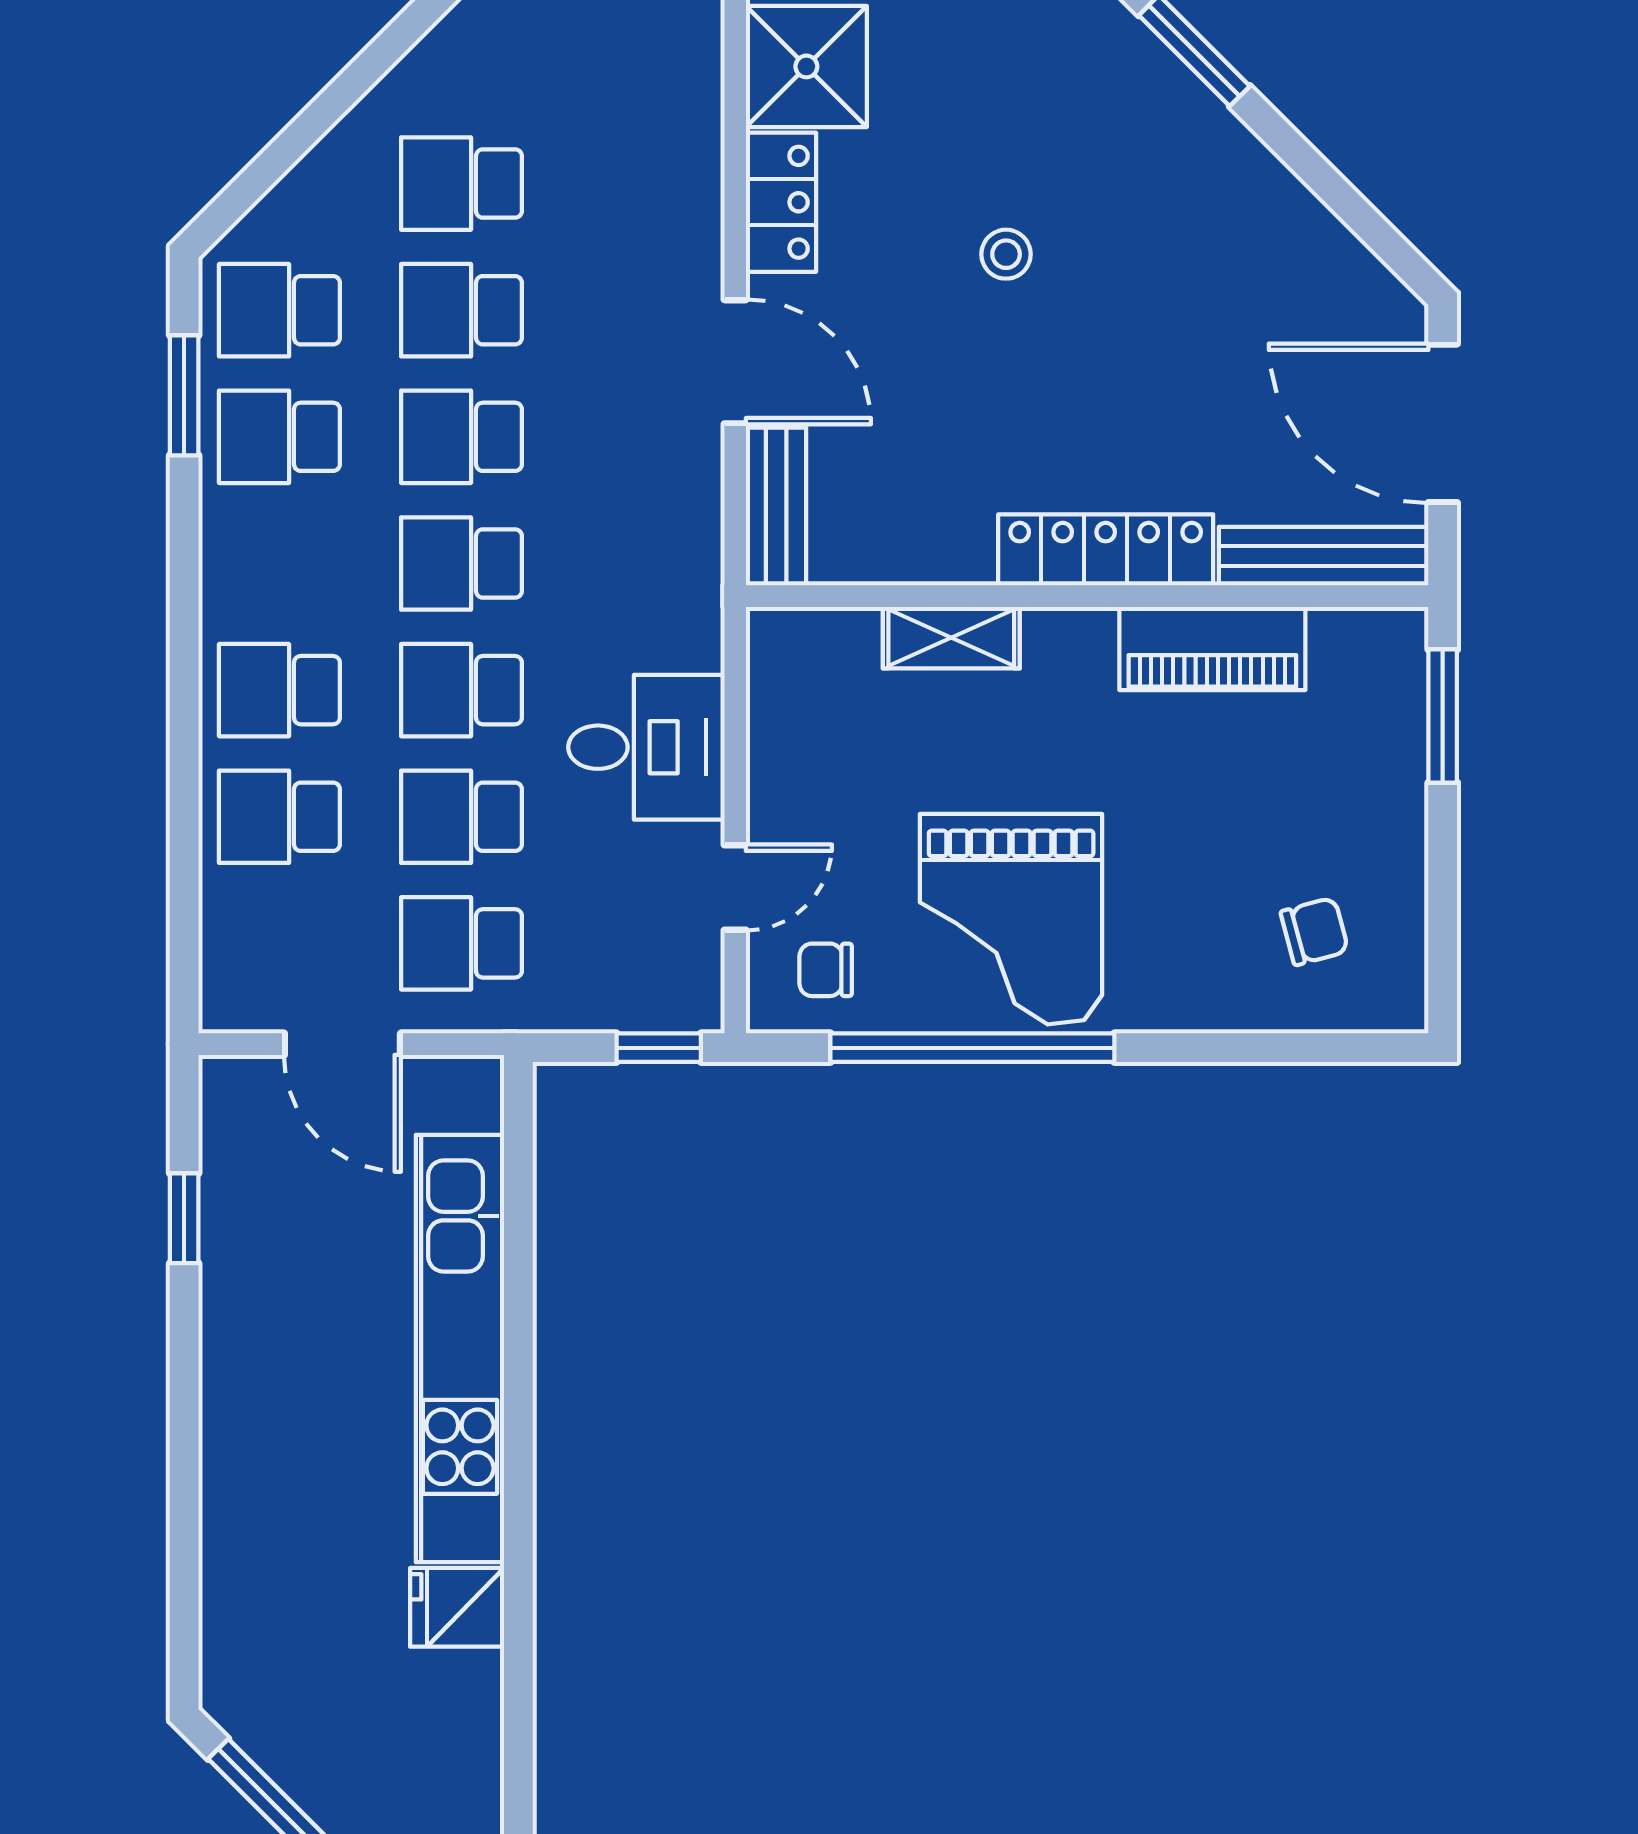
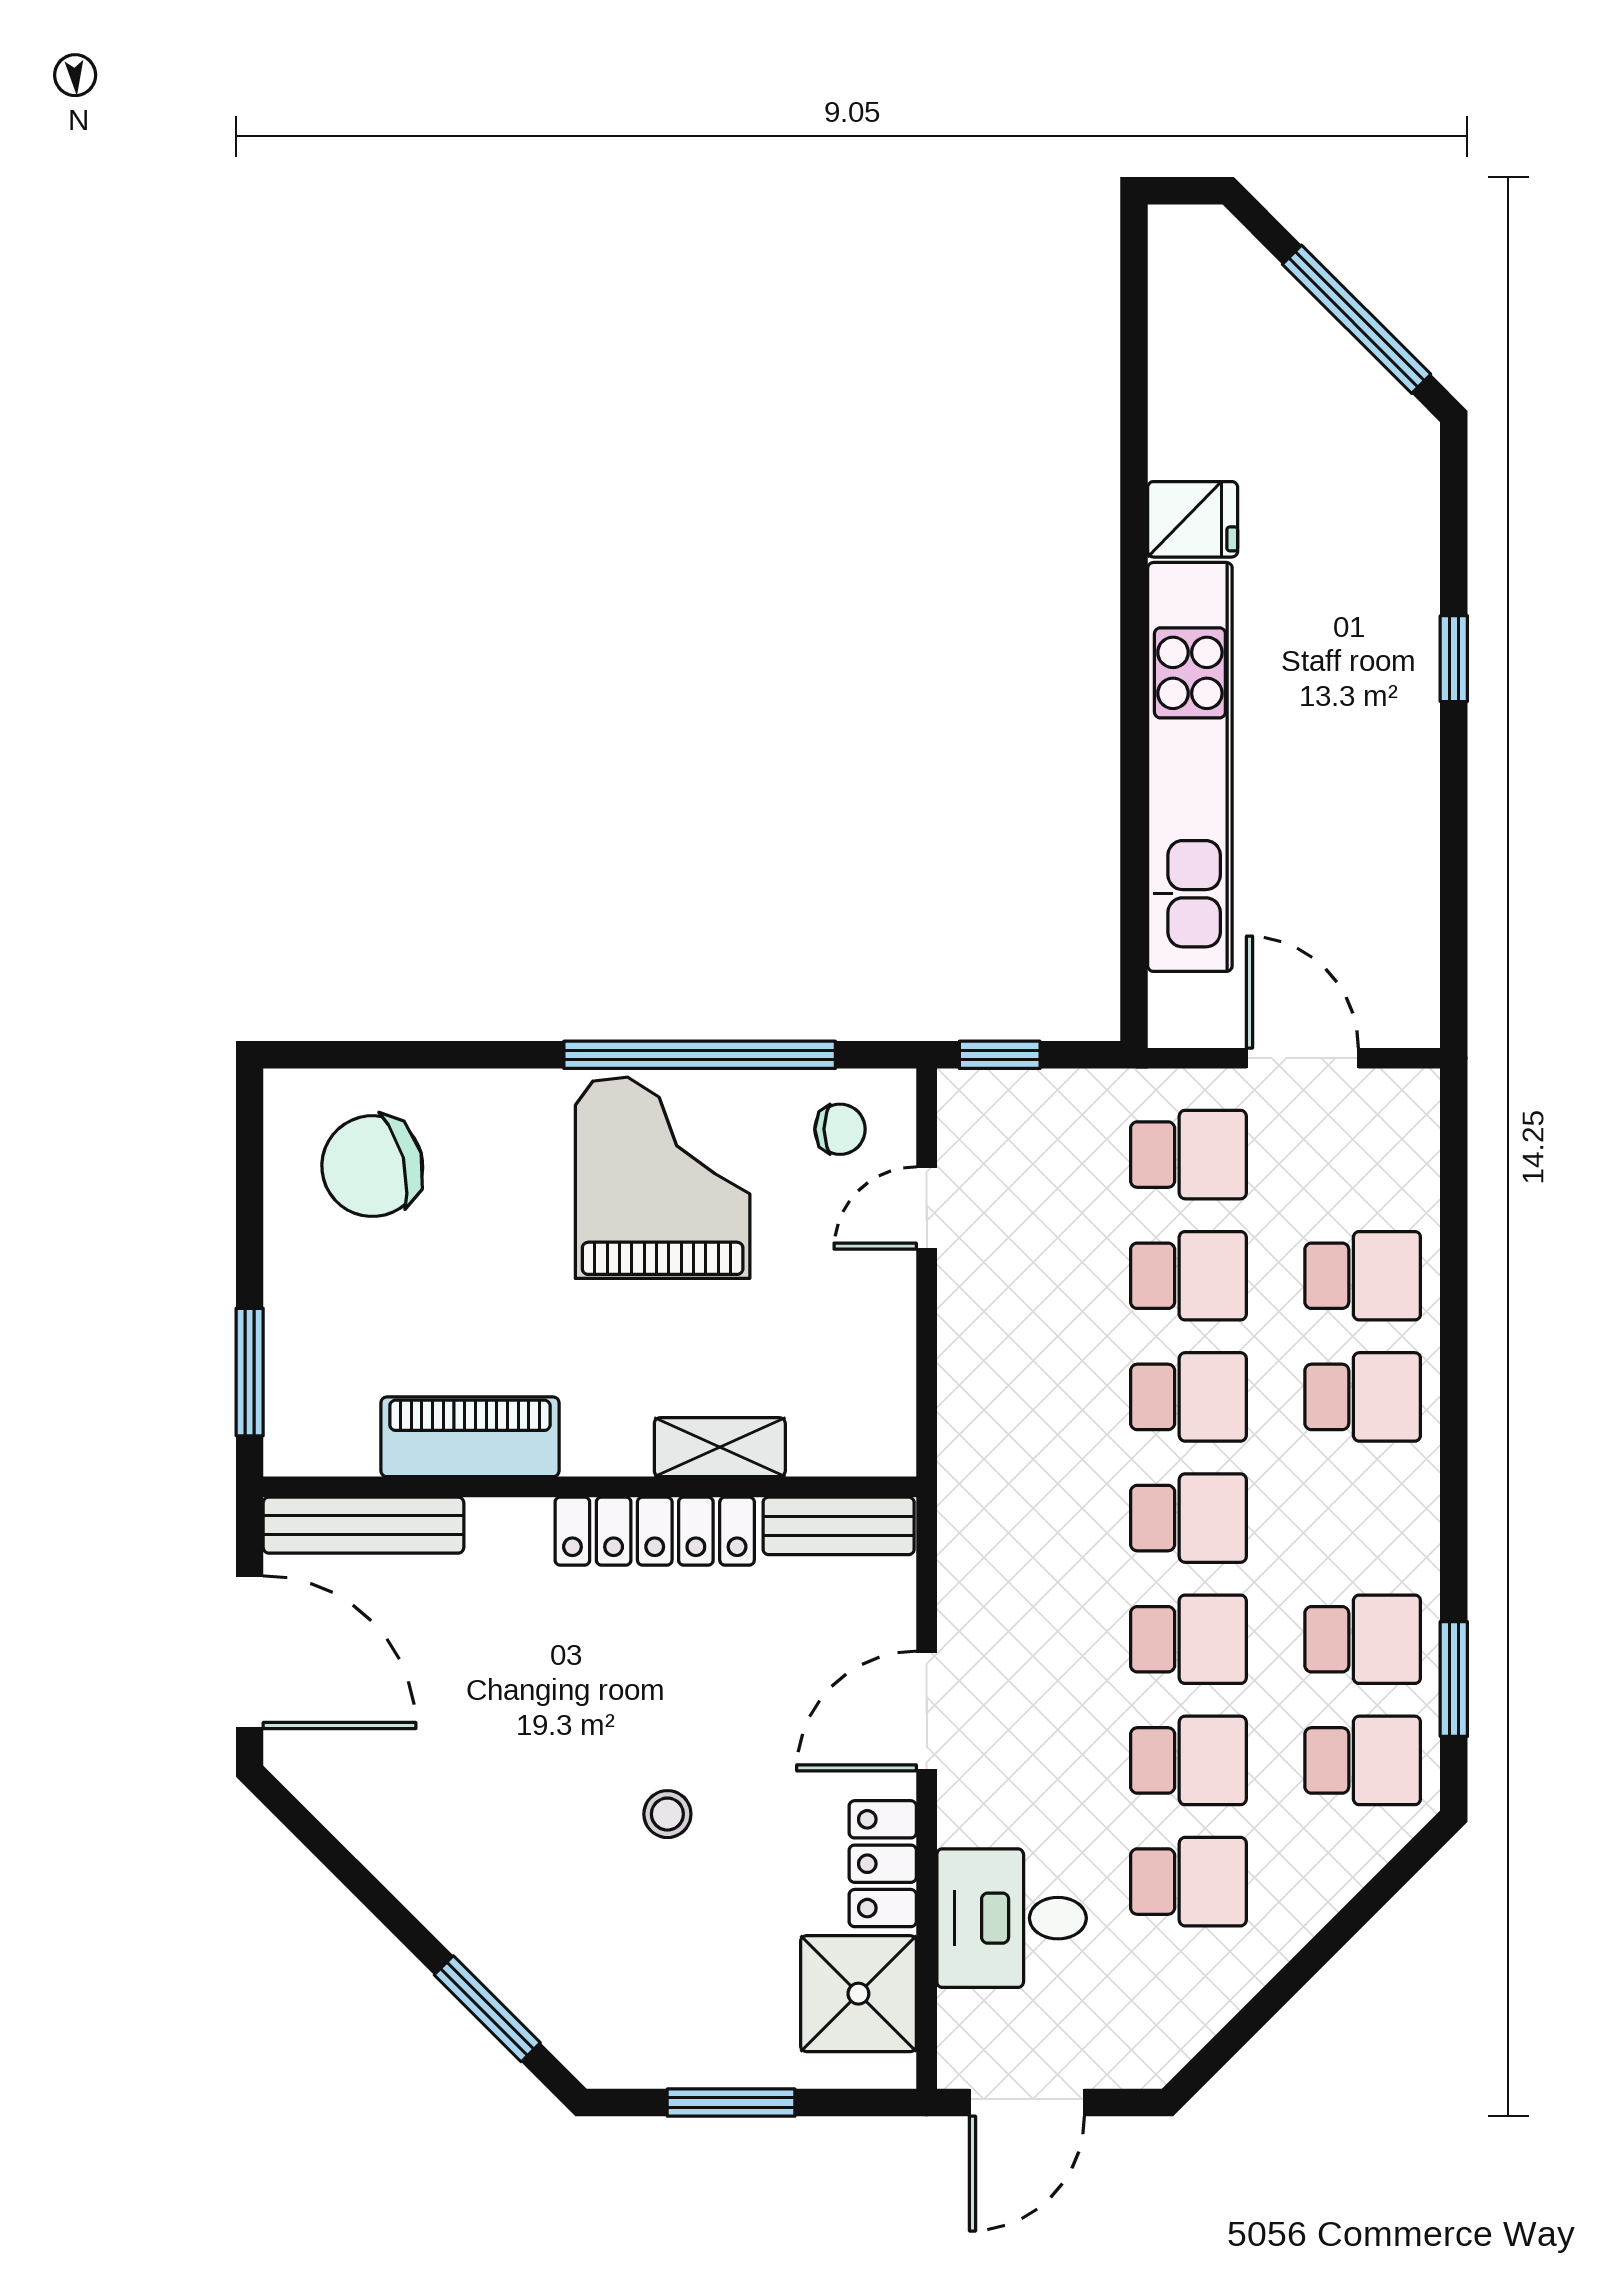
door: (735, 362) -> (927, 1711), hinge flipped
bench: (776, 507) -> (839, 1526), moved, turned 90
locker: (1106, 550) -> (655, 1531), moved
desk: (646, 747) -> (1012, 1918), moved
chair: (1314, 931) -> (372, 1166), width x1.87, depth x1.87
window: (184, 1218) -> (1454, 659), moved

